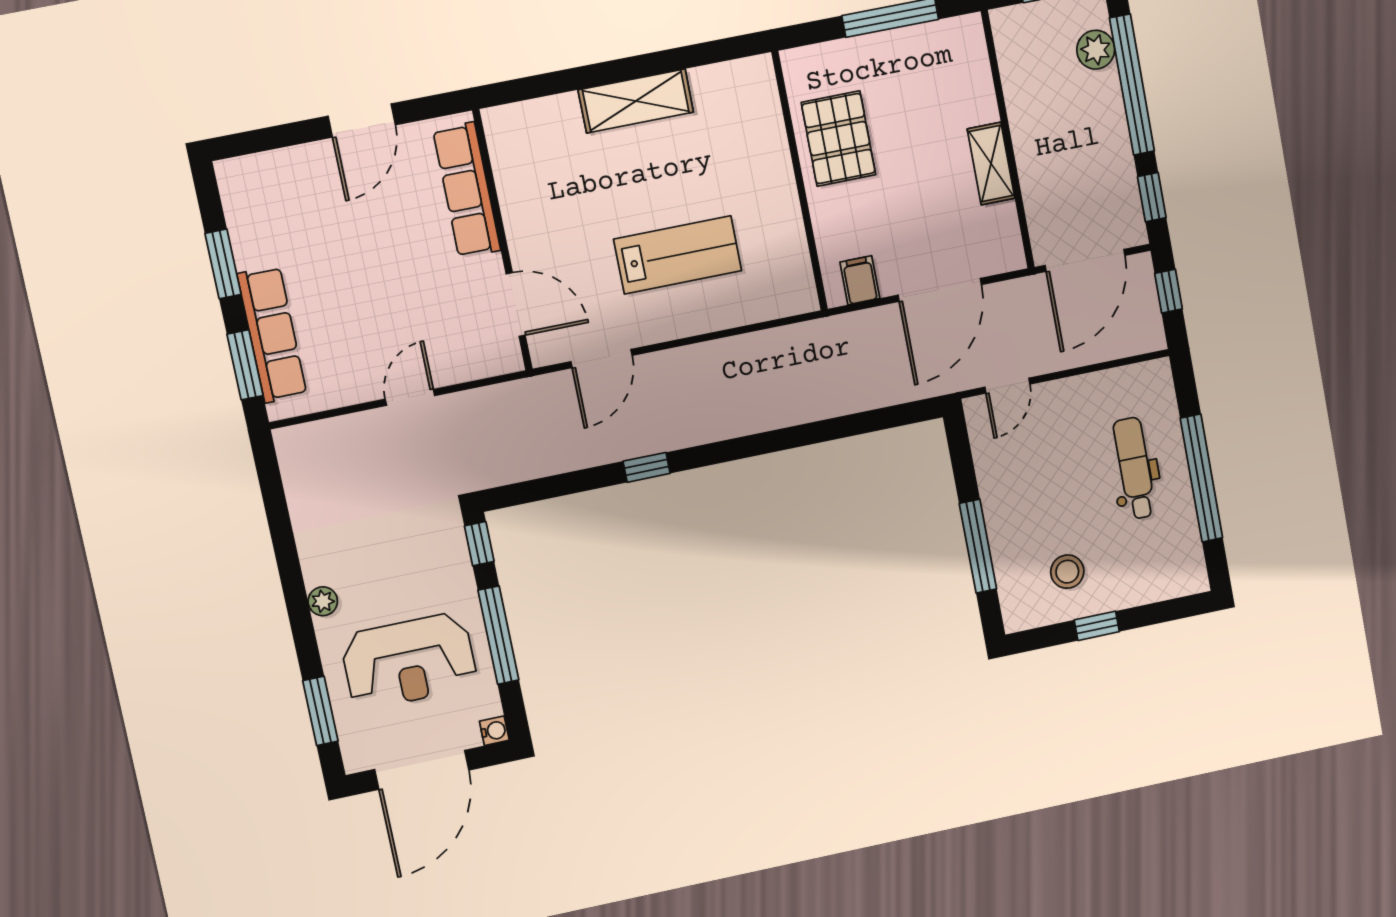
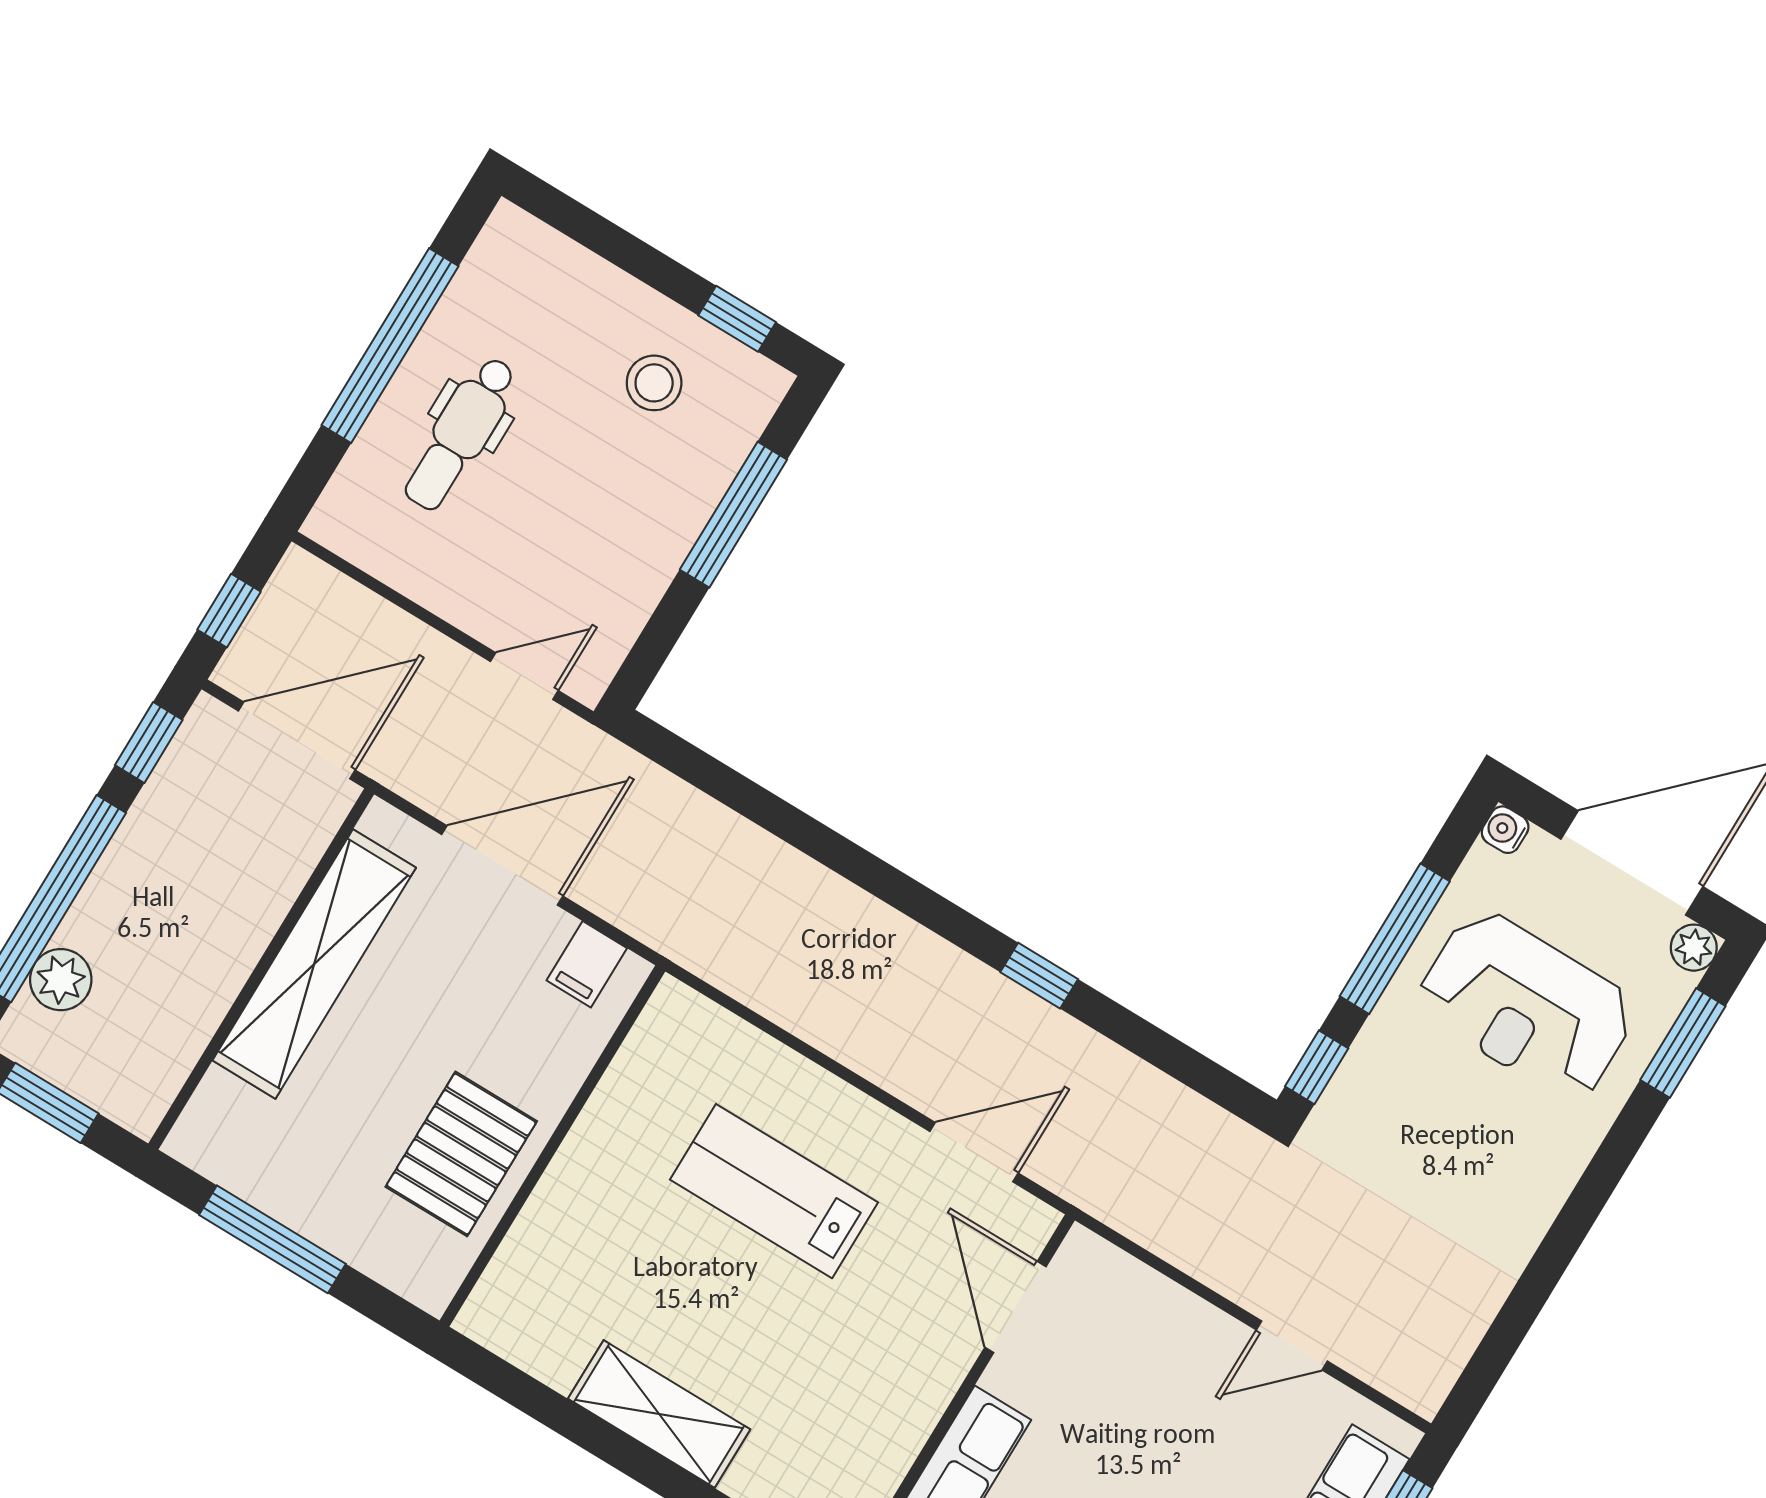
shelving: (991, 163) -> (314, 964), width x2.20, depth x1.33
door: (410, 397) -> (1292, 1345), moved
plant: (323, 601) -> (1694, 948), moved
window: (1097, 626) -> (737, 319), moved
reception desk: (409, 661) -> (1526, 1005), turned 180

